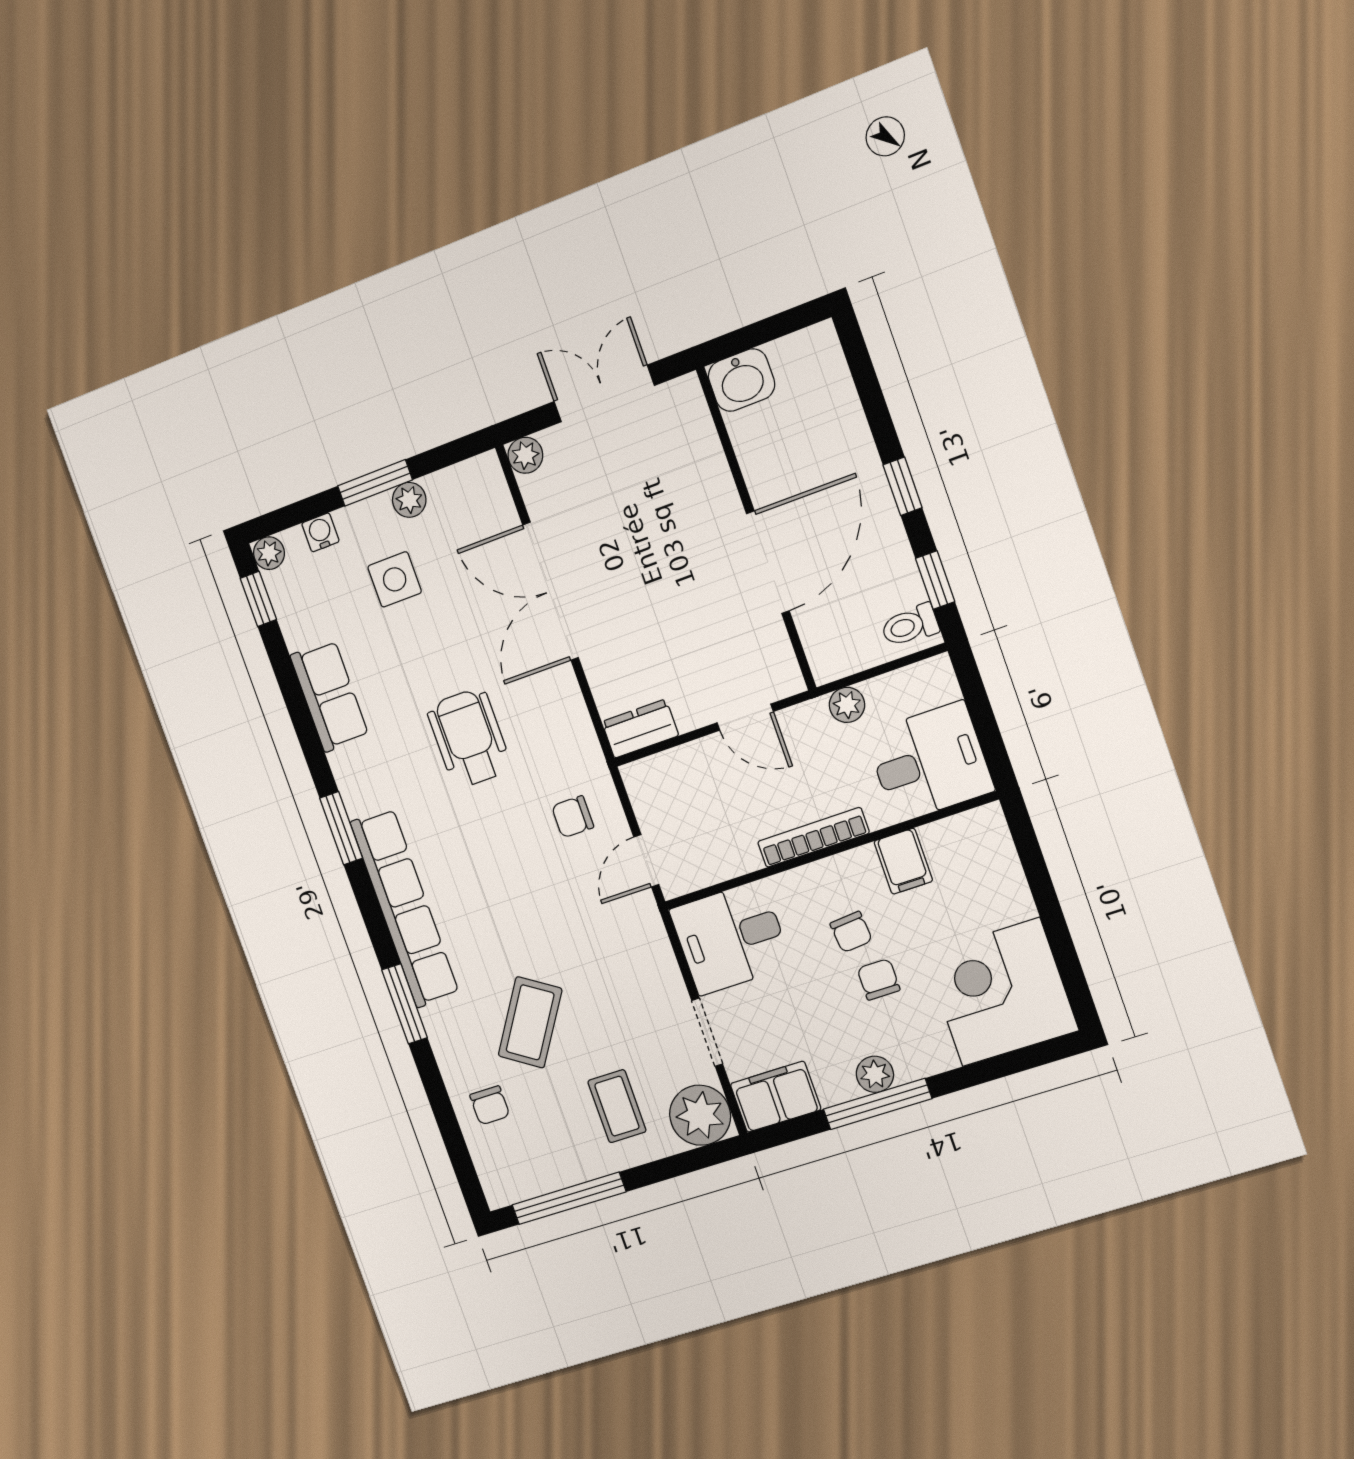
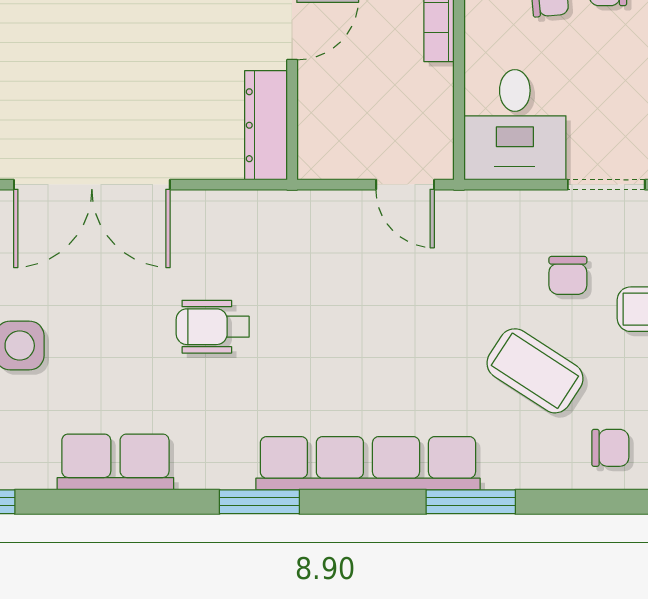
dresser: (640, 729) -> (266, 125), width x1.44
wheelchair: (469, 738) -> (213, 327), width x0.73, depth x0.73
chair: (573, 817) -> (568, 275), moved

